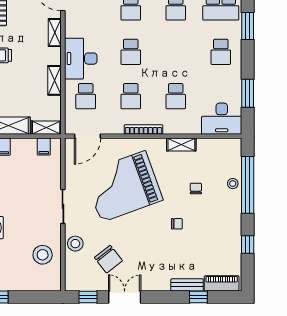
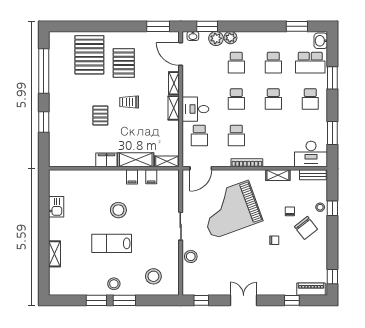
desk: (81, 59) -> (195, 109), width x0.73
shelving: (54, 80) -> (174, 108), moved
school desk: (176, 96) -> (273, 99), moved
filing cabinet: (44, 147) -> (151, 177), moved
window: (248, 185) -> (332, 208), width x0.32
window: (248, 244) -> (332, 277), moved
stool: (43, 255) -> (153, 276), moved
chair: (108, 259) -> (306, 228), moved
bench: (187, 285) -> (313, 175), moved
double door: (125, 297) -> (244, 300), moved

